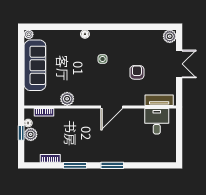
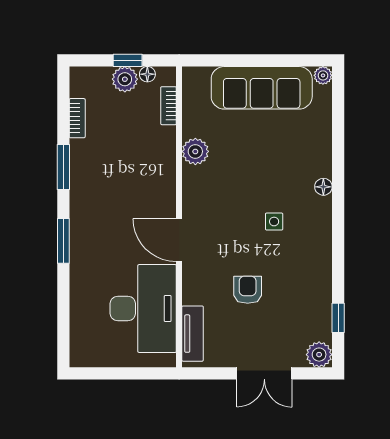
window: (151, 27) -> (338, 318), added
armchair: (137, 72) -> (248, 290), turned -90
desk: (157, 121) -> (143, 308), width x1.87, depth x1.30

